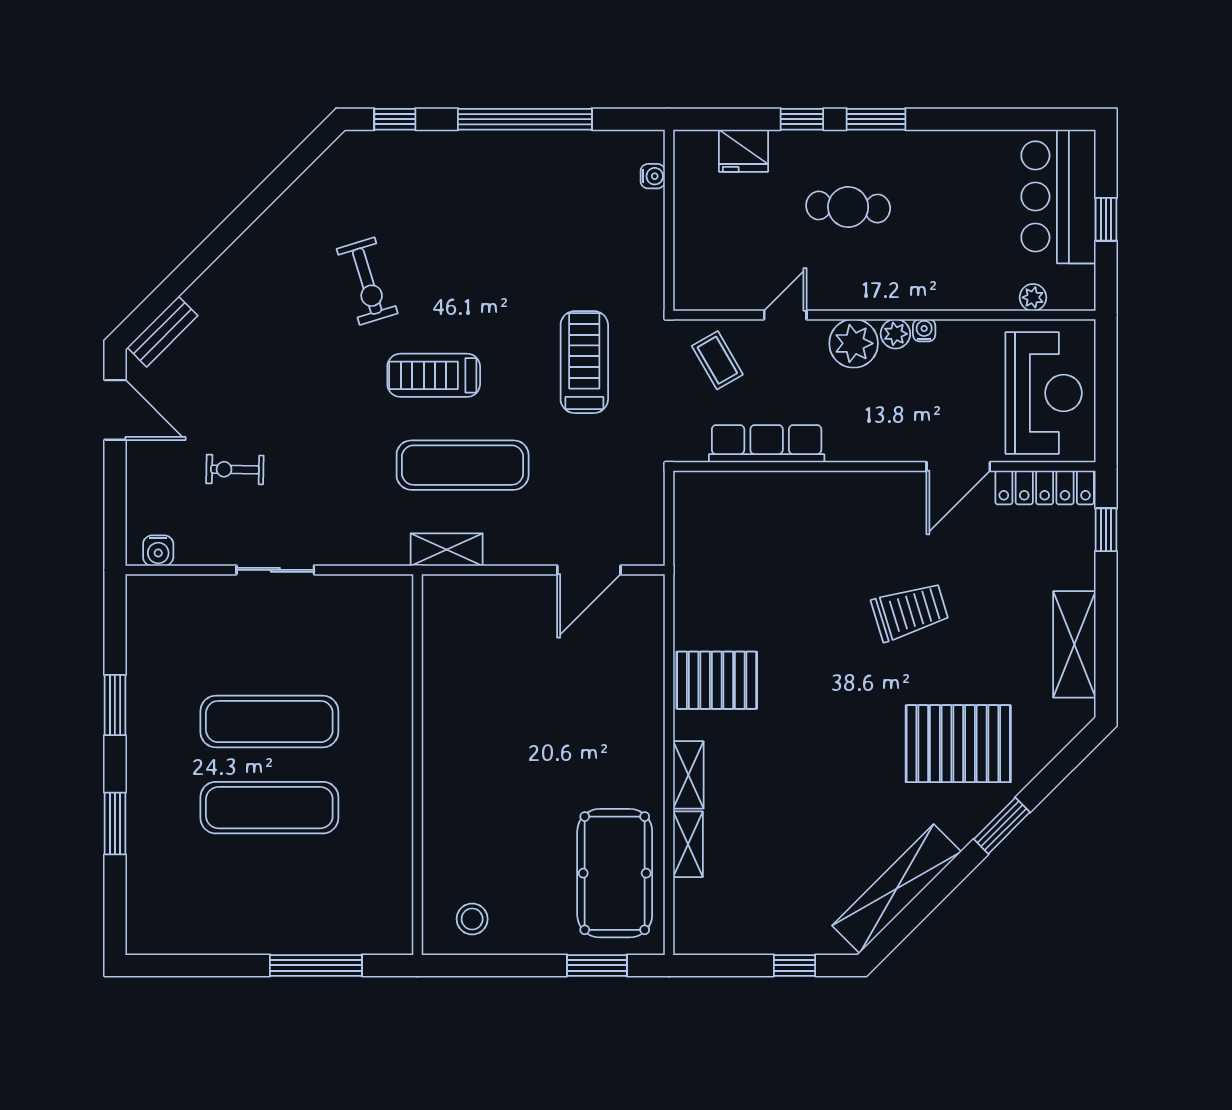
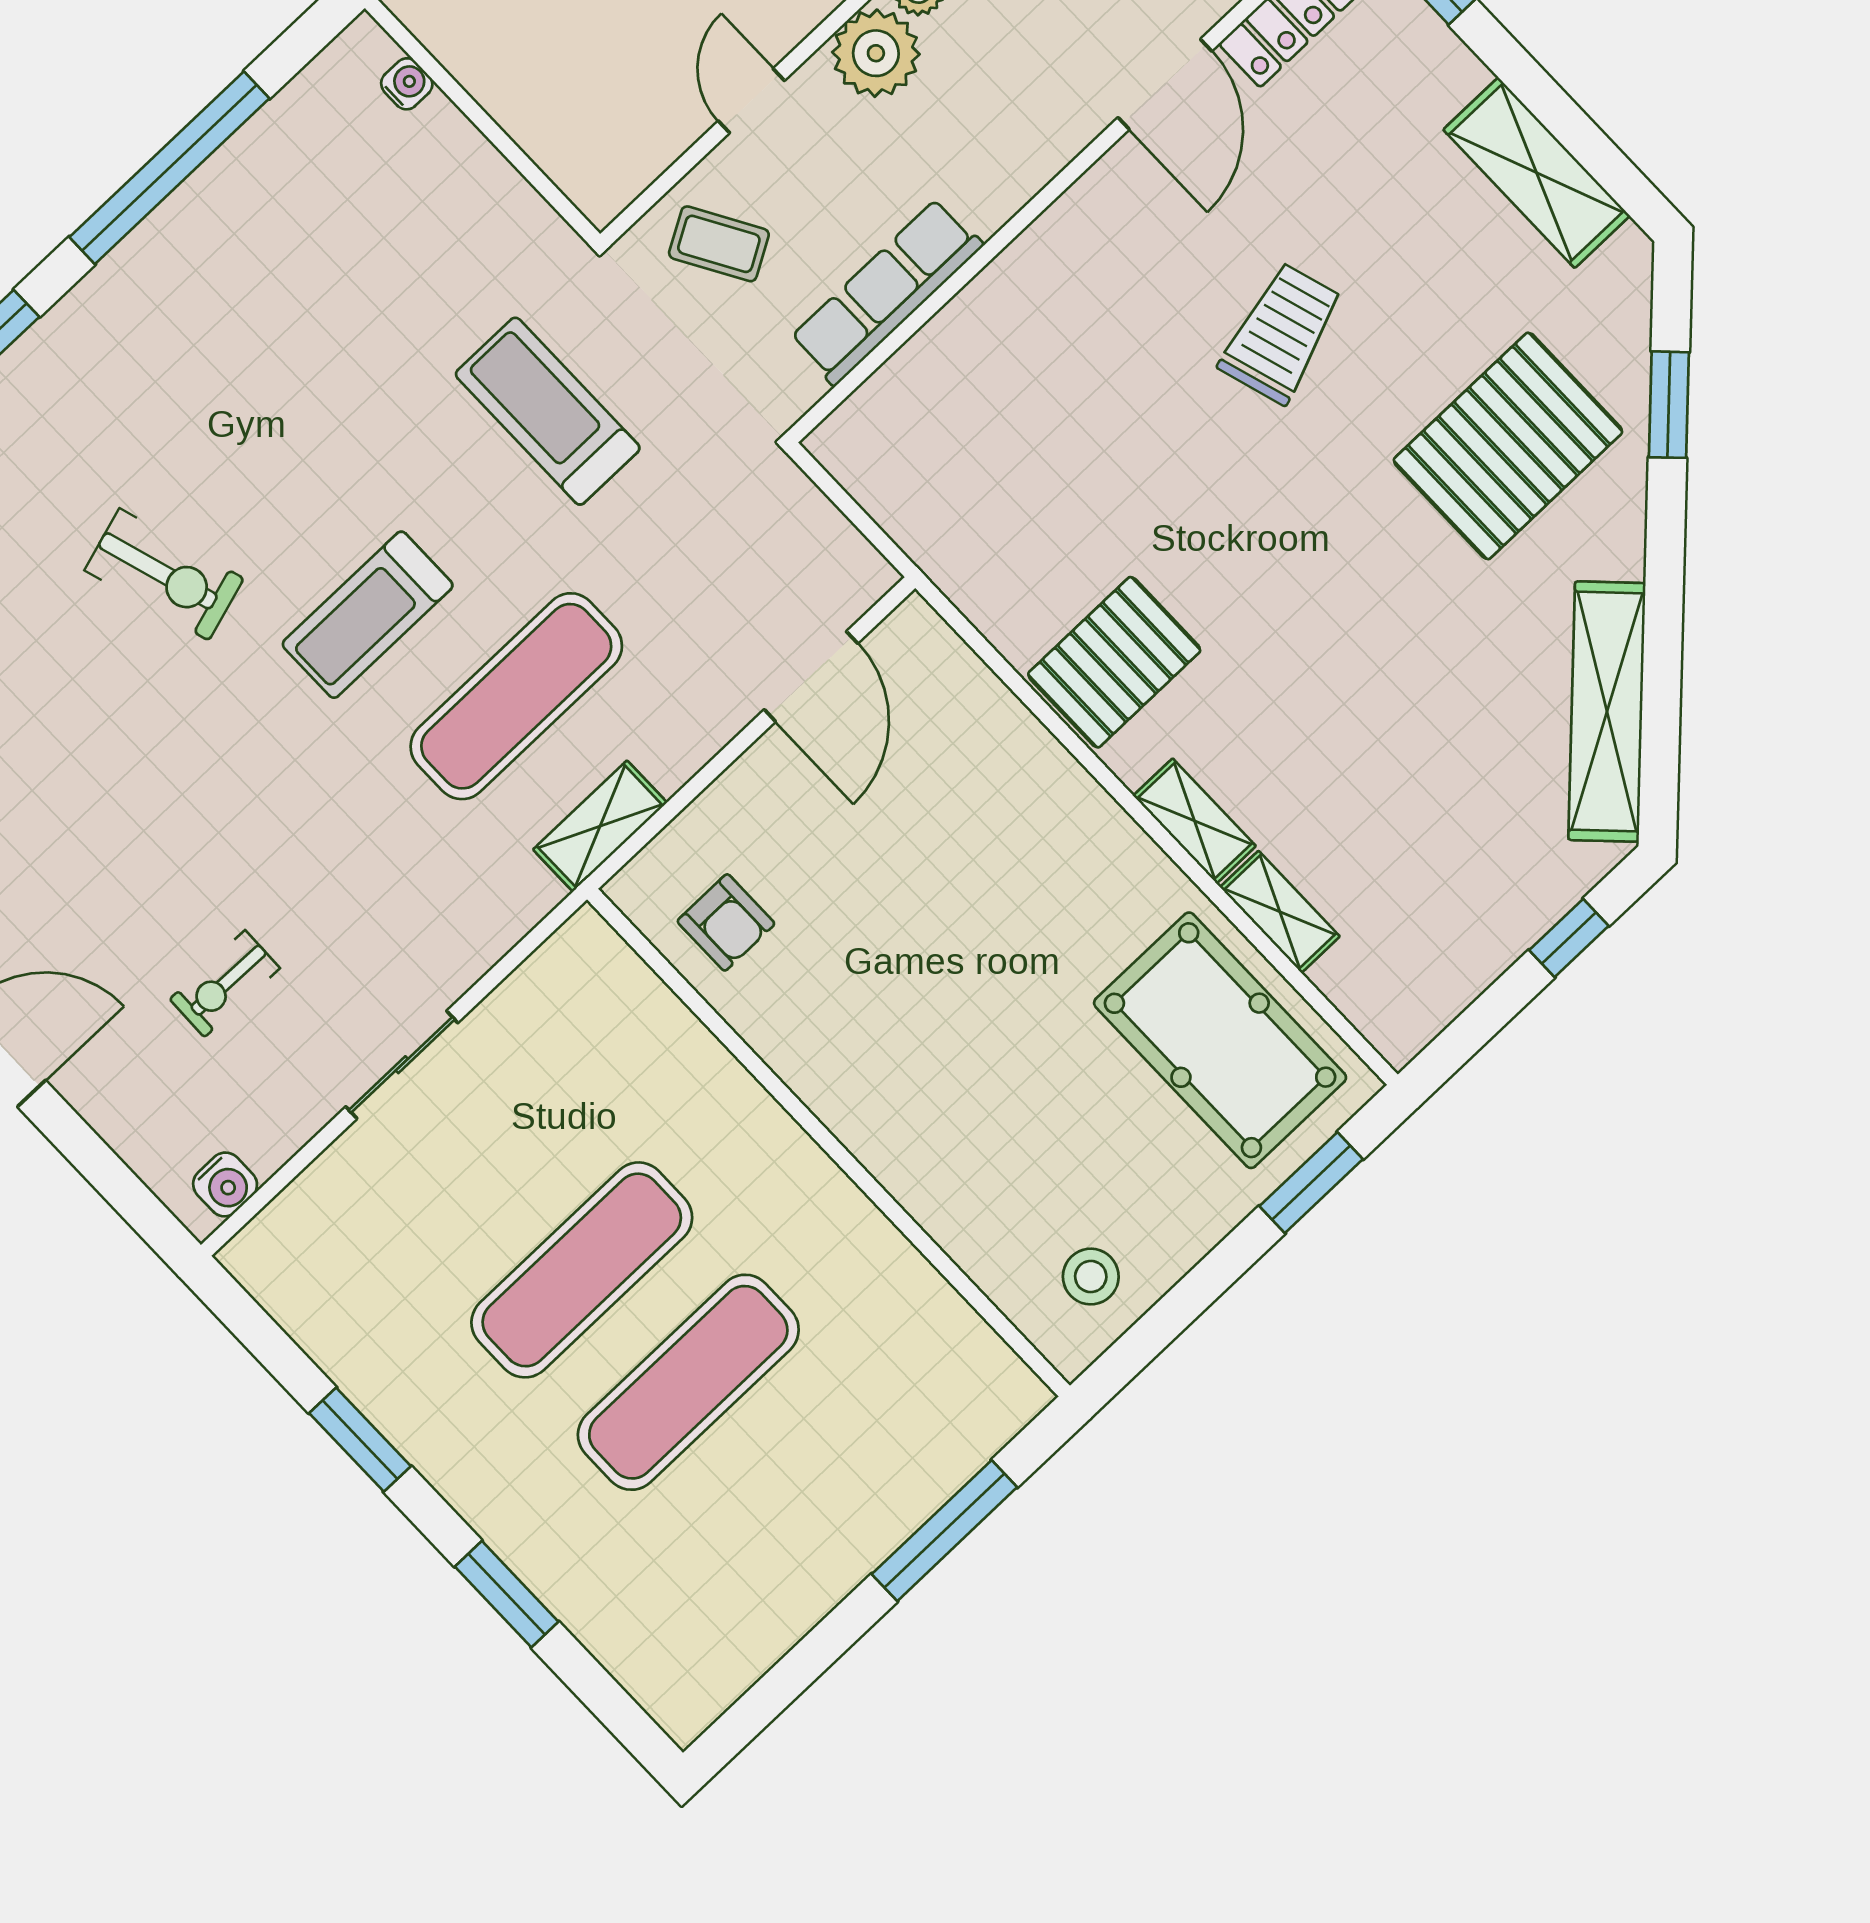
armchair: (461, 637) -> (726, 922), added
window: (1002, 826) -> (1669, 405), moved

